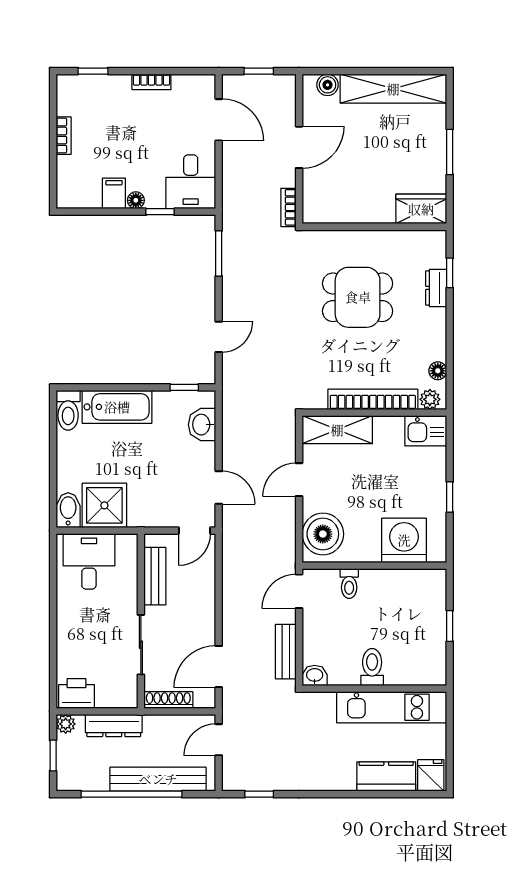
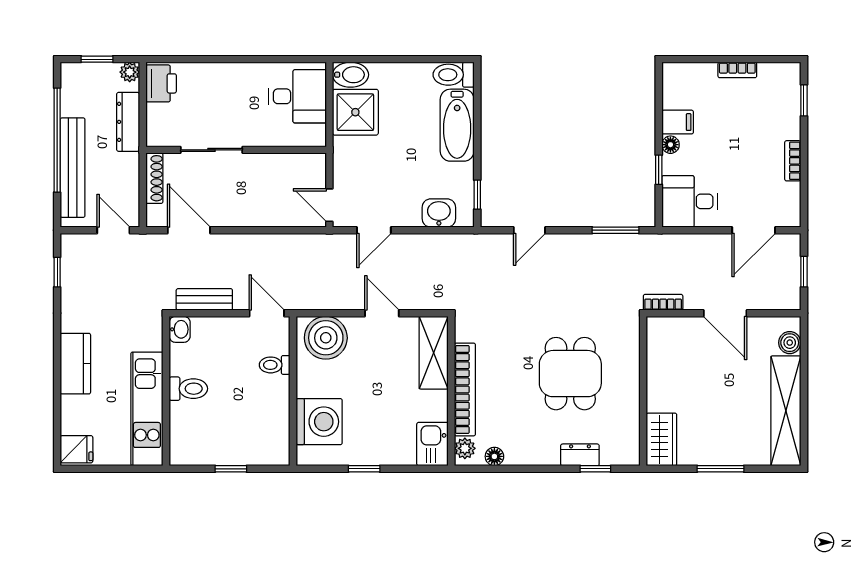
door: (219, 337) -> (529, 230), hinge flipped
bench: (155, 576) -> (282, 164), removed
kitchen counter: (386, 776) -> (75, 364), moved

